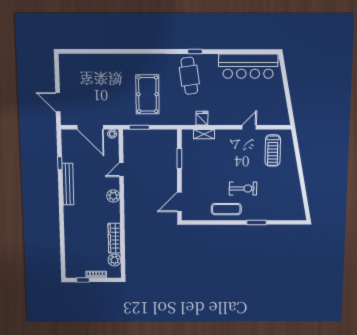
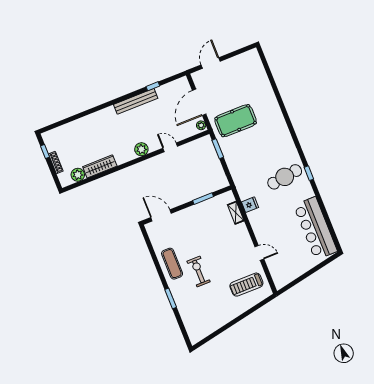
pool table: (147, 94) -> (236, 121), moved
exercise bike: (243, 189) -> (199, 271), turned 180

